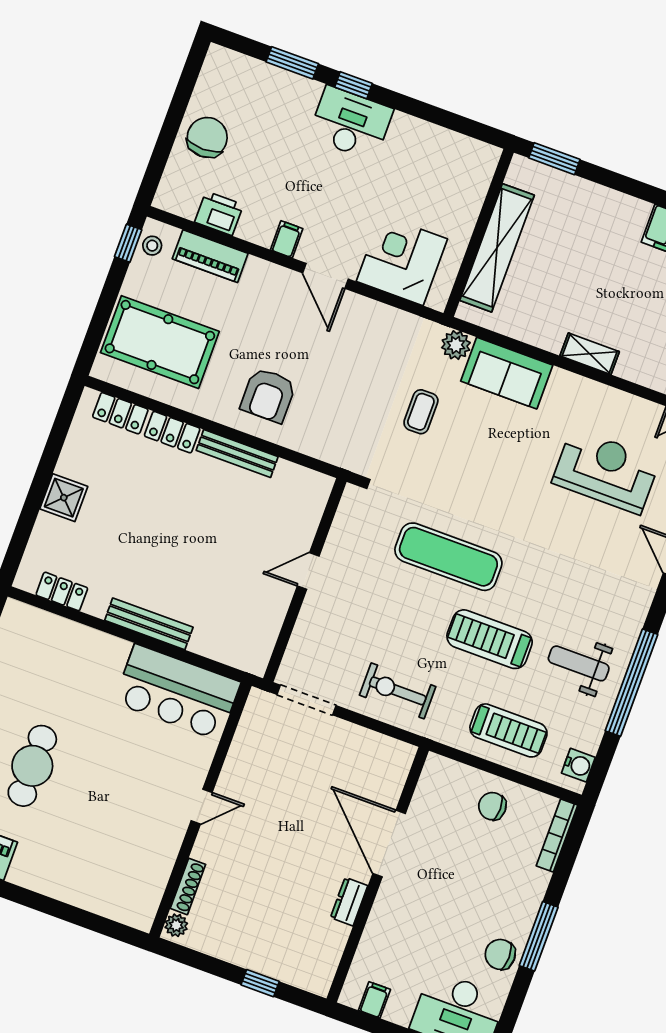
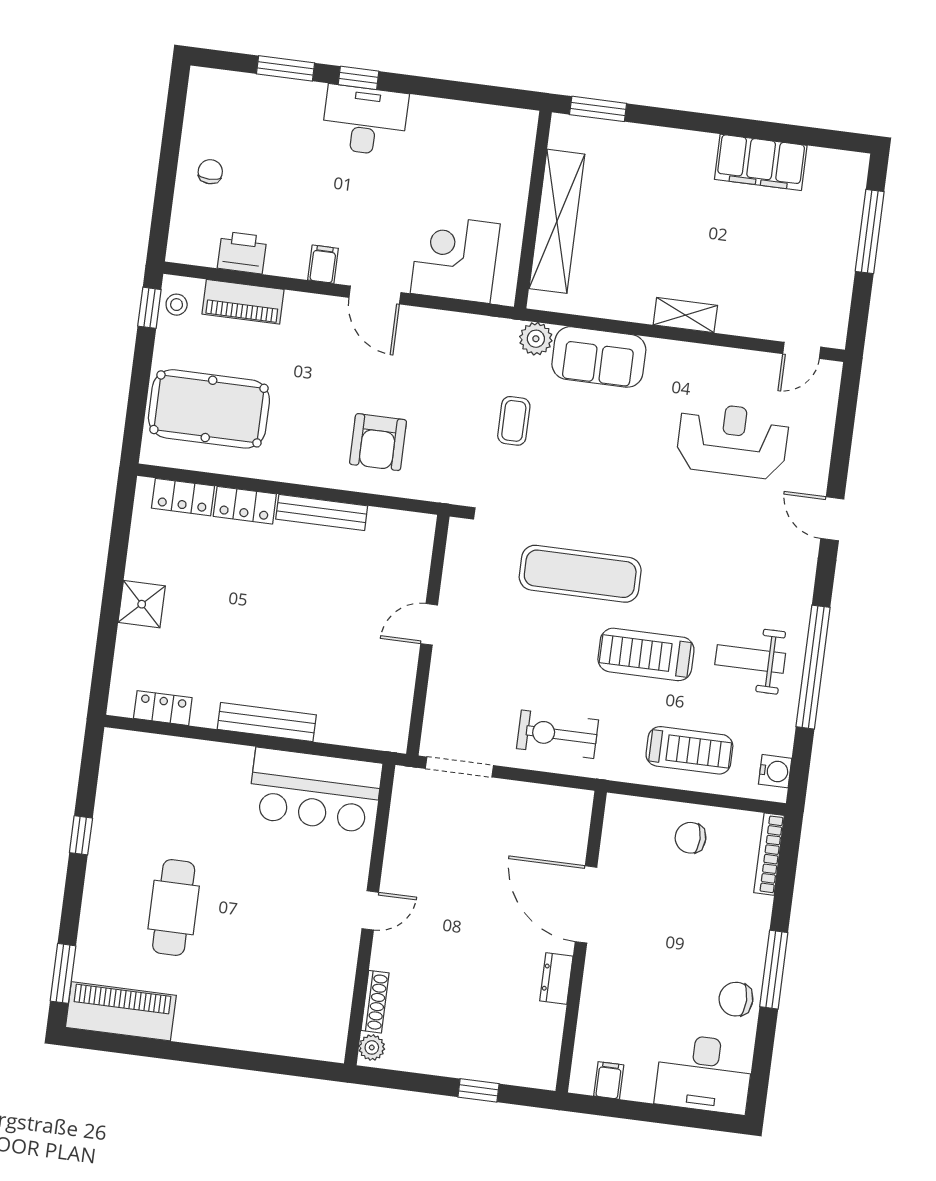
chair: (207, 137) -> (210, 172), width x0.54, depth x0.54
armchair: (268, 395) -> (378, 442), moved

